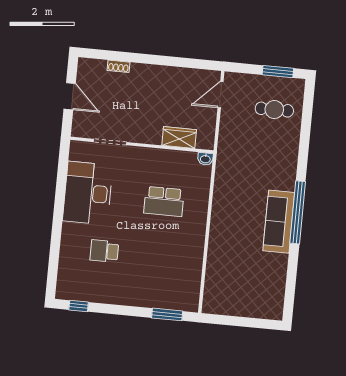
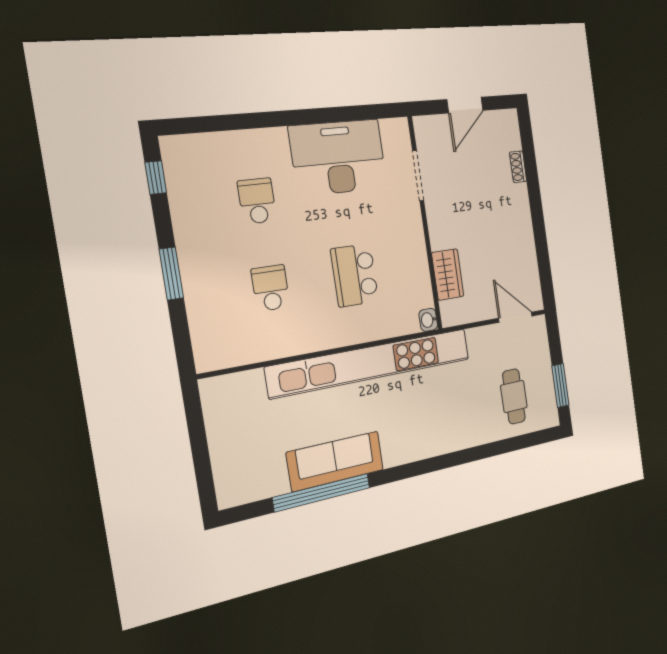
kitchen unit: (222, 205) -> (371, 363), added
window: (298, 212) -> (322, 493), moved
sofa: (279, 222) -> (335, 461), moved
school desk: (159, 256) -> (271, 288), added
window: (167, 314) -> (171, 274), moved

